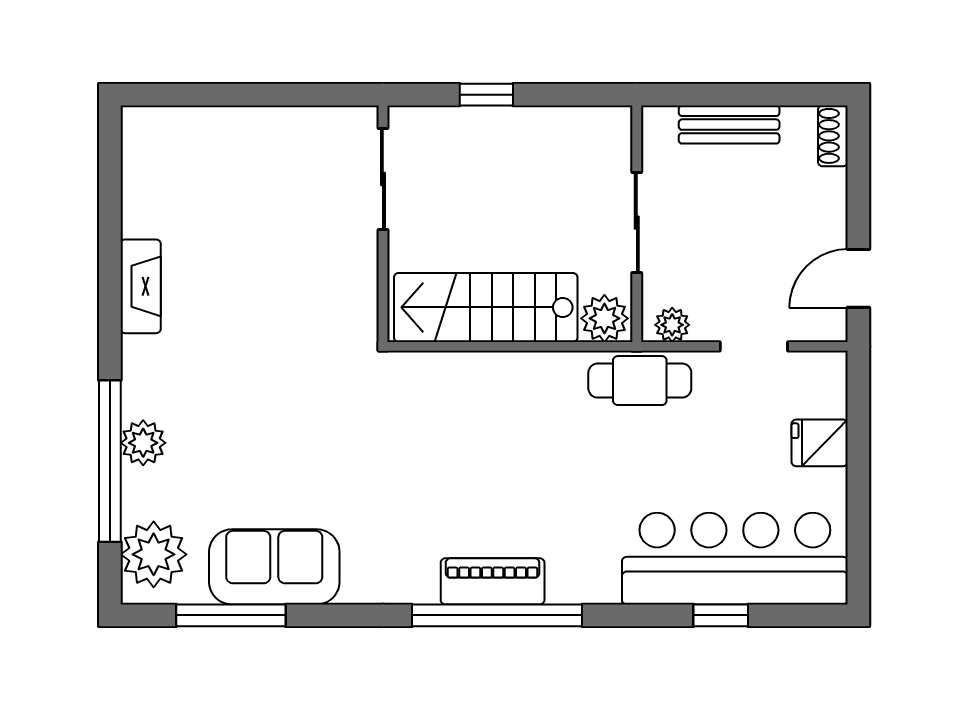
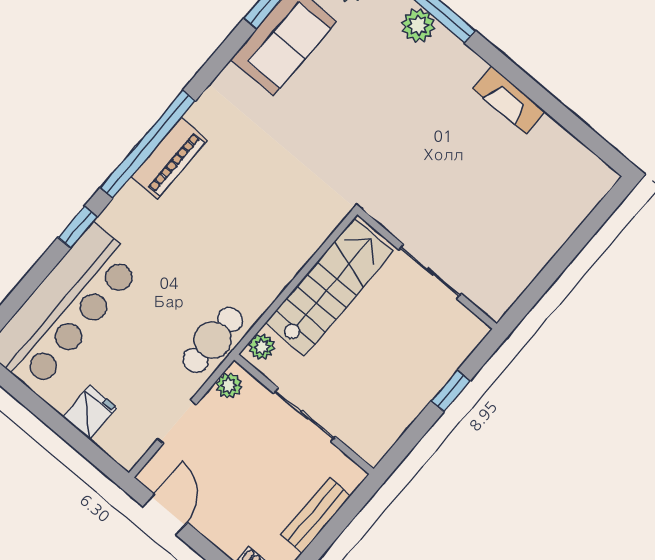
sliding door: (383, 179) -> (430, 272), moved
plant: (604, 318) -> (262, 347), width x0.73, depth x0.73
window: (721, 615) -> (78, 227), moved

